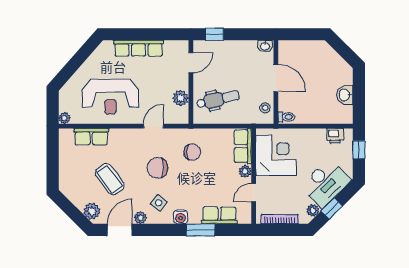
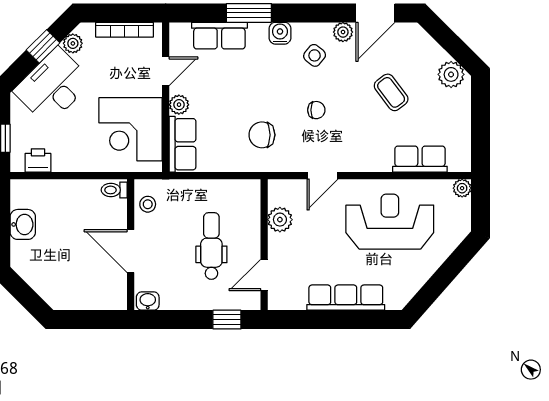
dental chair: (218, 99) -> (211, 246), moved, turned 103
chair: (157, 168) -> (316, 110), width x0.54, depth x0.54
coffee table: (110, 179) -> (391, 92), width x0.73, depth x0.77
plant: (92, 211) -> (451, 74), moved

